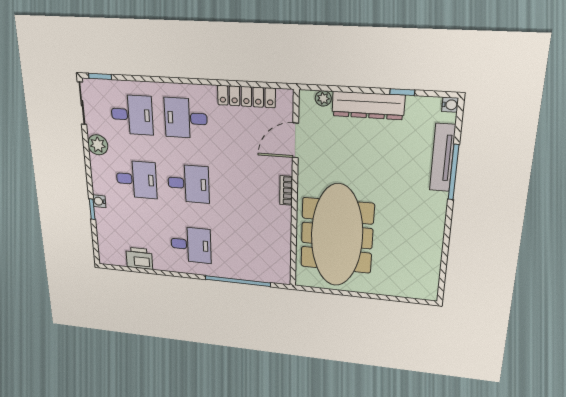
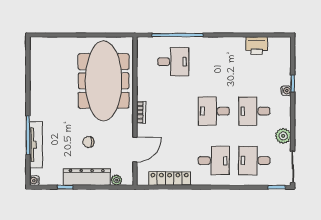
chair: (363, 156) -> (88, 142), added
desk: (191, 245) -> (173, 62), moved, turned 180

